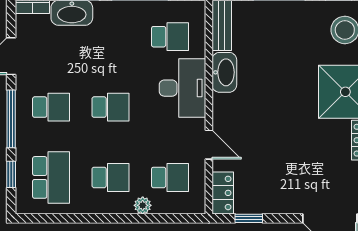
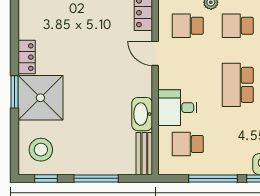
desk: (183, 88) -> (177, 108), width x0.73
school desk: (111, 107) -> (238, 85), width x1.85

